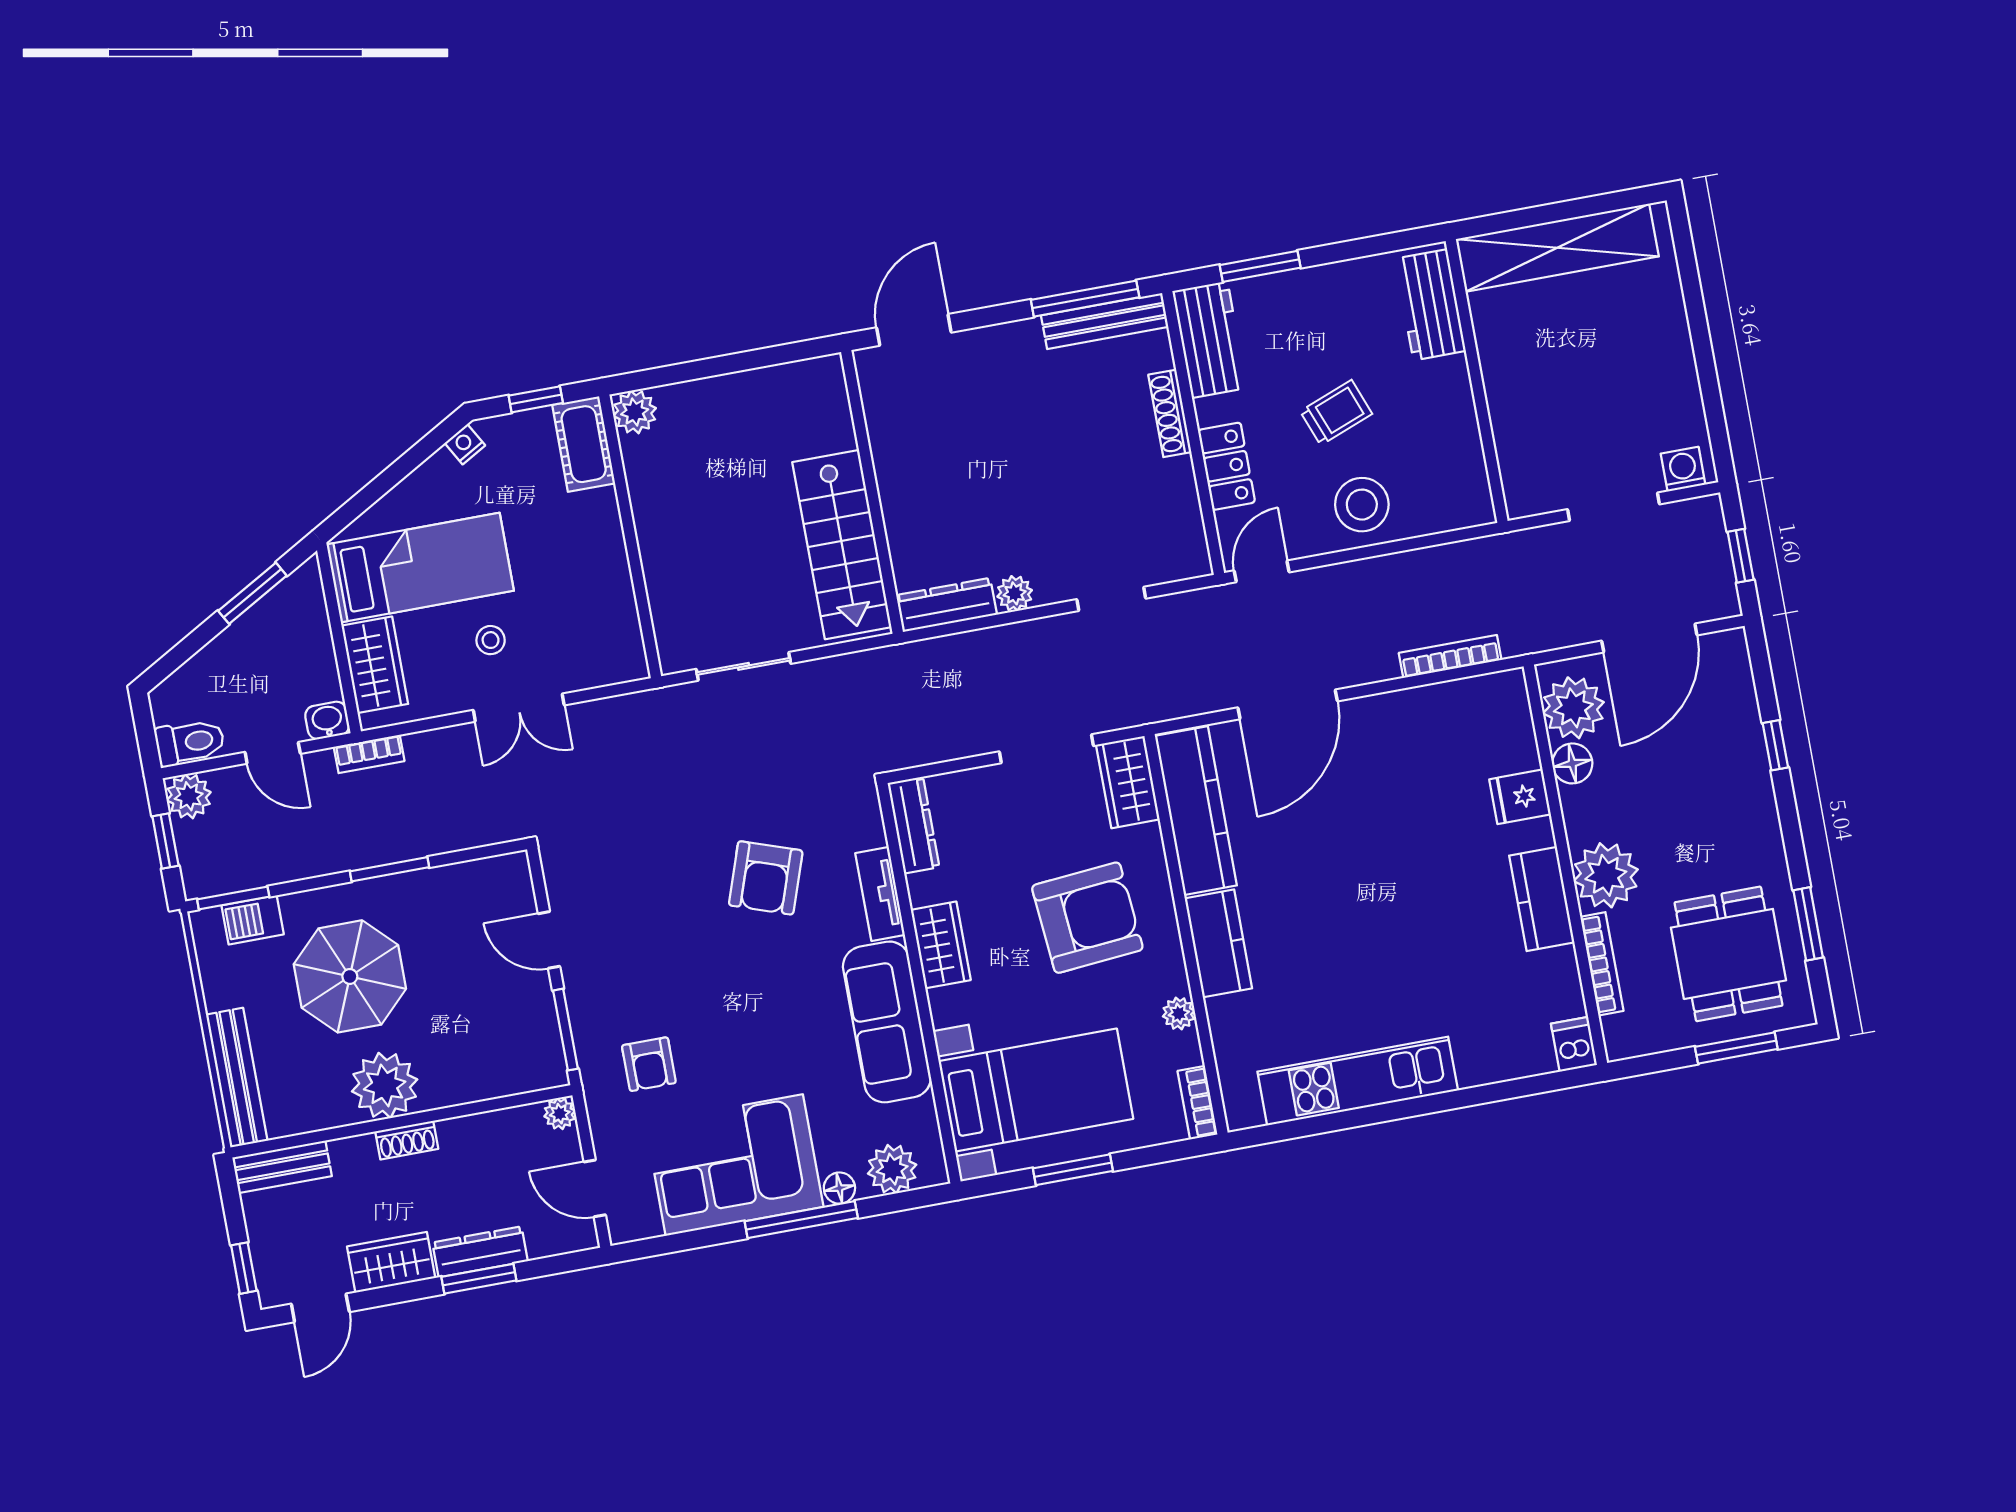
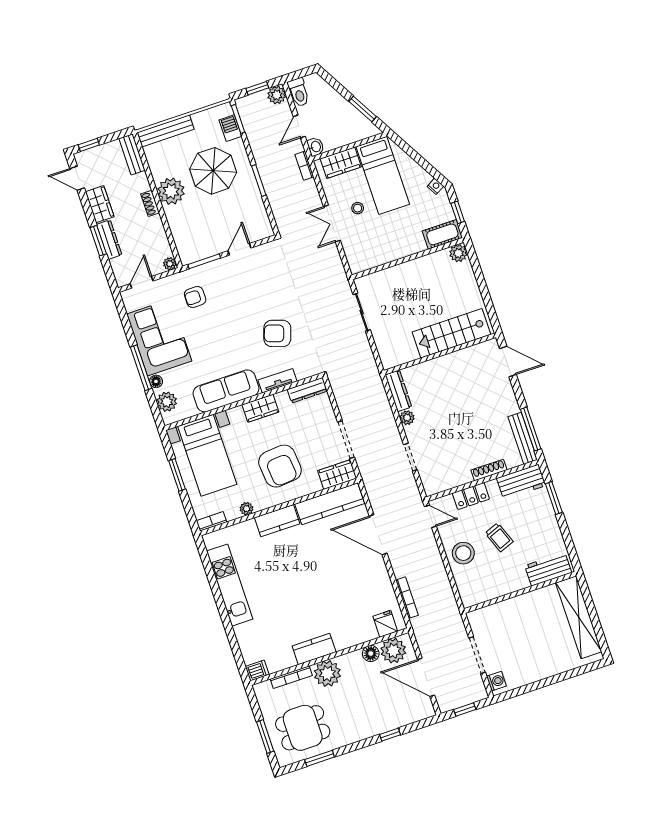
stairs: (842, 545) -> (451, 333), moved
fridge: (1520, 797) -> (385, 624), moved

